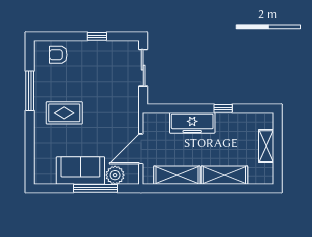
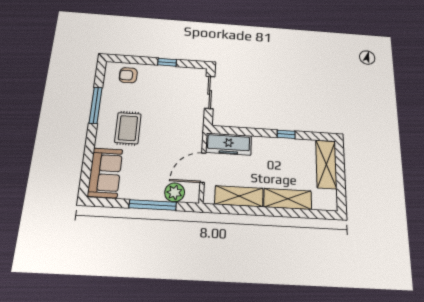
rug: (64, 113) -> (128, 128), turned 90
freezer: (192, 123) -> (229, 144), moved
shelving: (266, 146) -> (326, 164), width x1.50, depth x1.33
sofa: (80, 170) -> (105, 173), moved, turned 90

